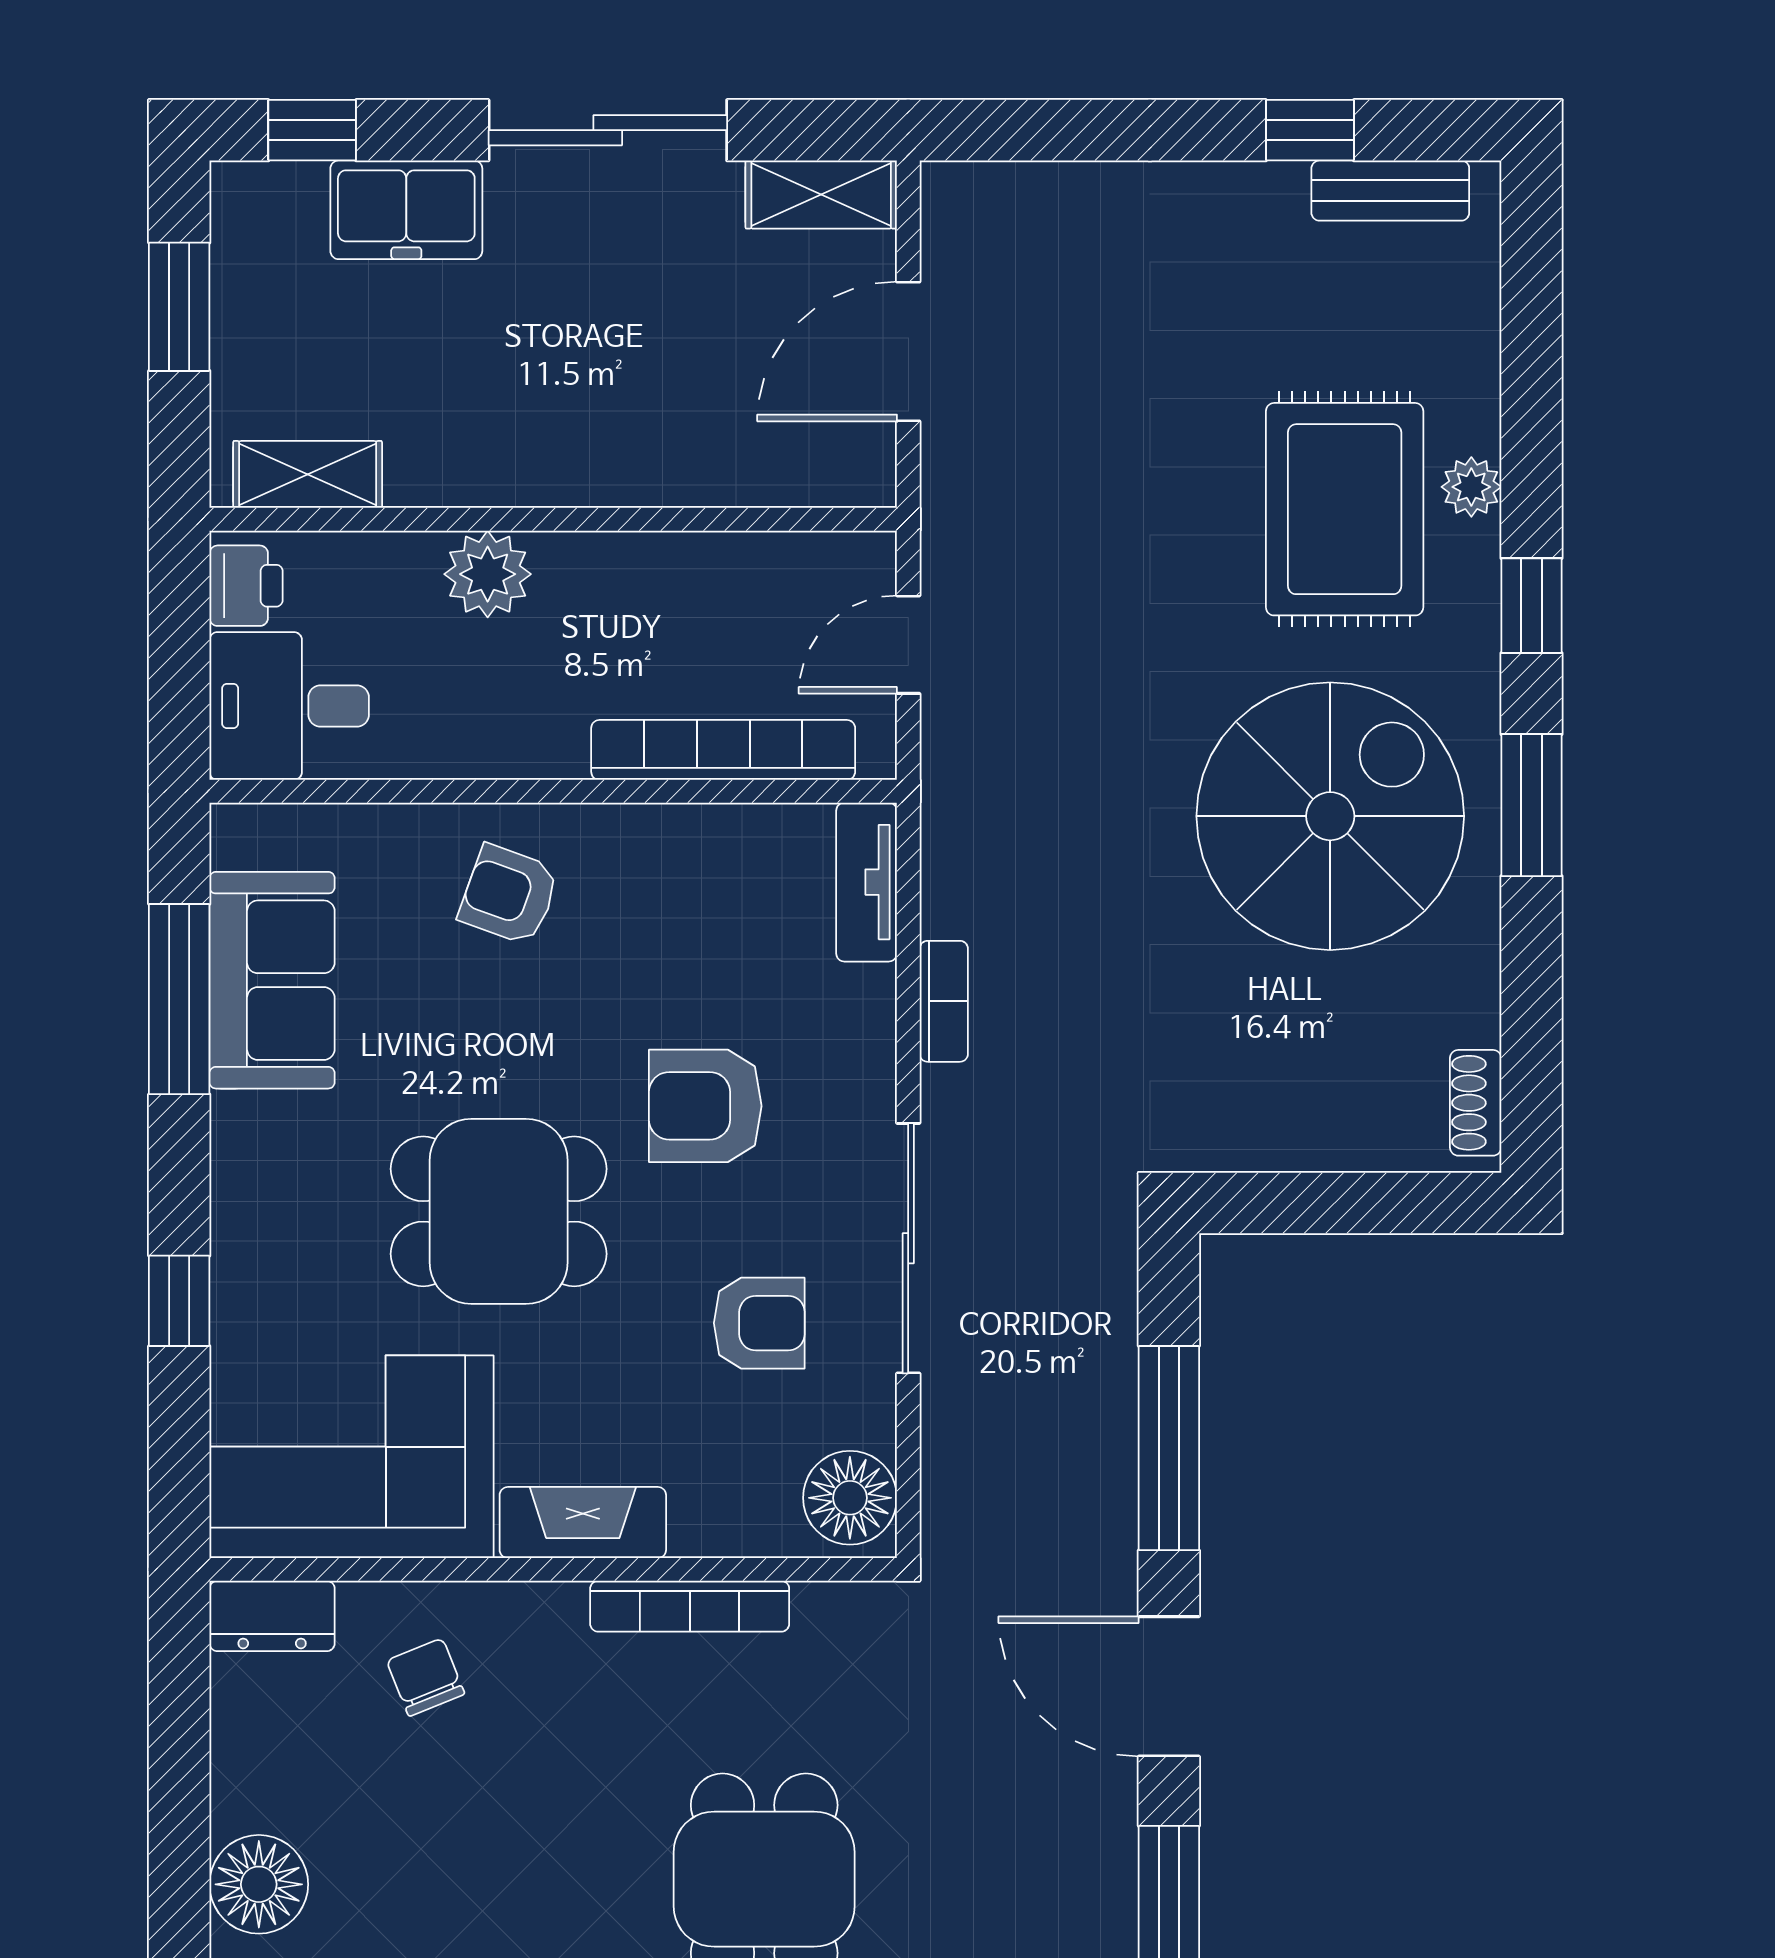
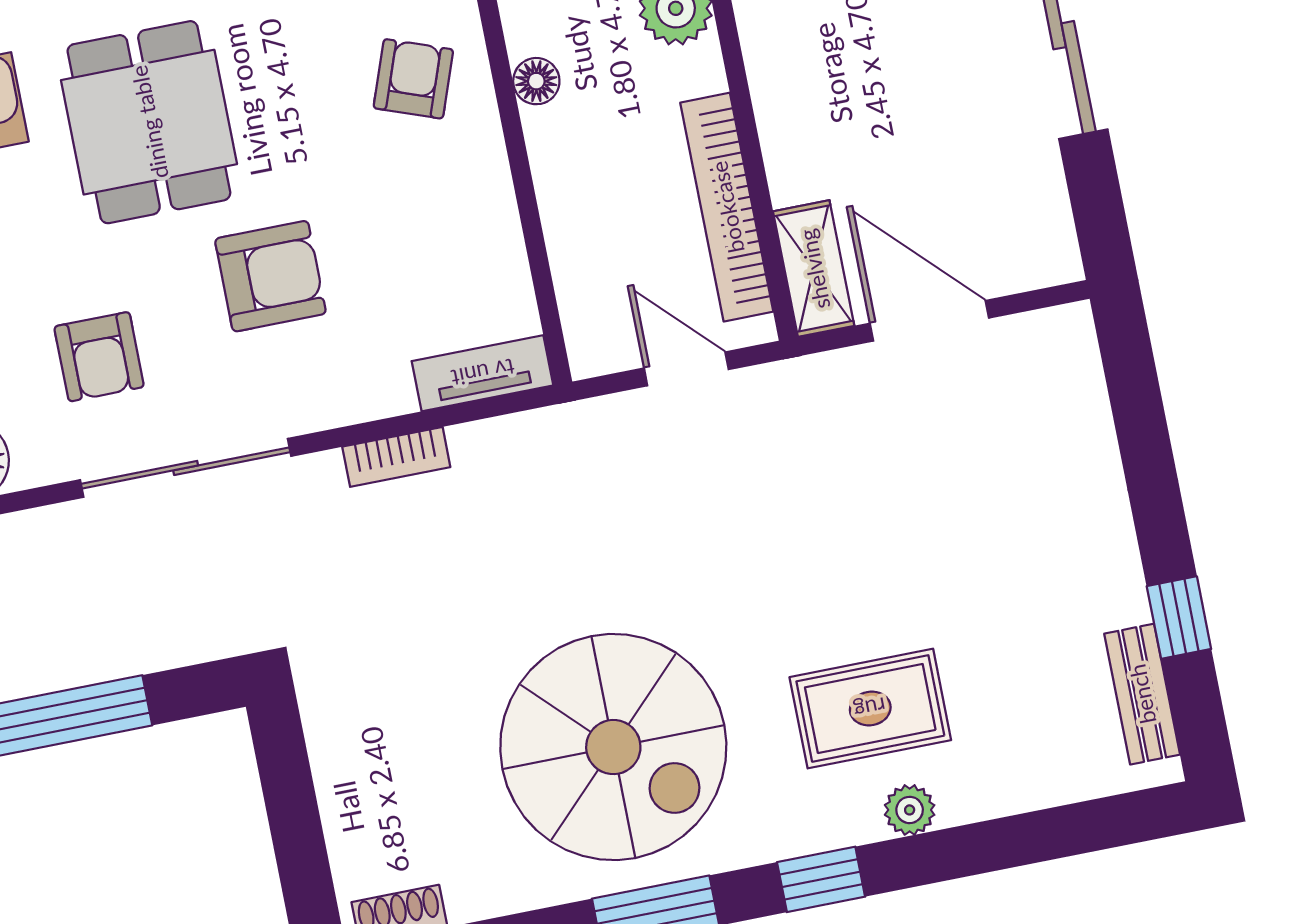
shelving: (821, 195) -> (814, 269), moved
rug: (1345, 509) -> (870, 709), width x0.73, depth x0.70
bookcase: (723, 750) -> (727, 207), moved, turned 180
floor lamp: (540, 753) -> (536, 81), added
armchair: (705, 1106) -> (270, 276), turned 90

